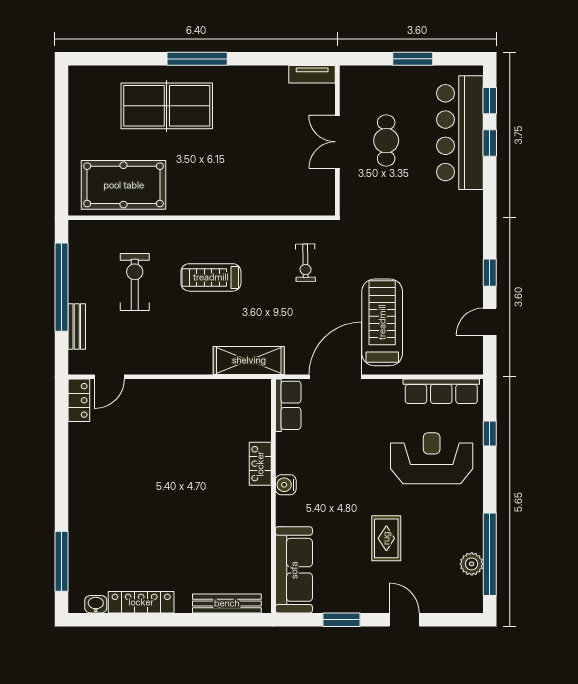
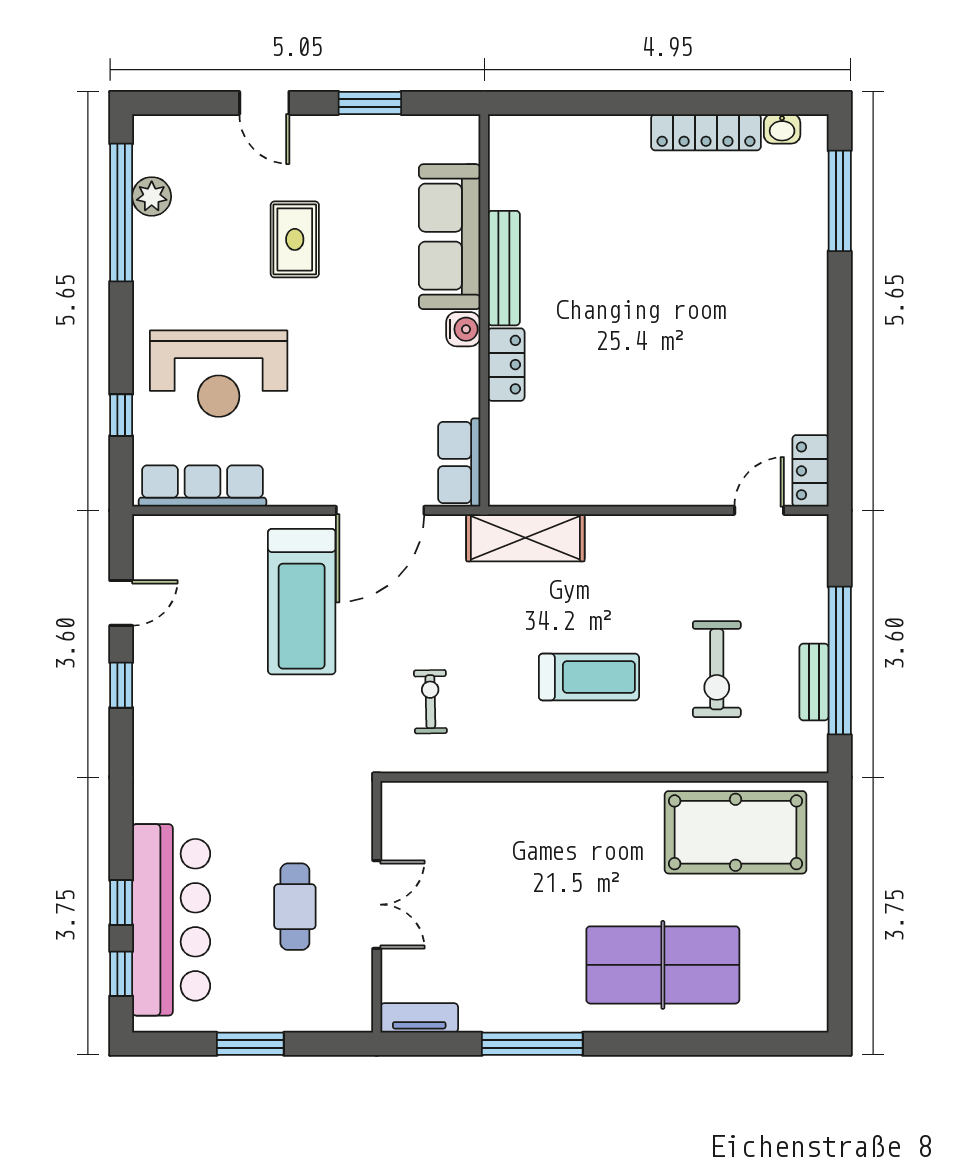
window: (197, 59) -> (532, 1044), moved
bench: (77, 326) -> (814, 682), moved
sofa: (294, 570) -> (450, 237), moved
bench: (227, 603) -> (504, 268), moved, turned 90

